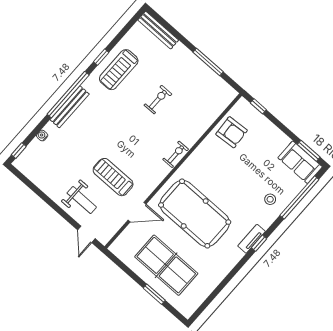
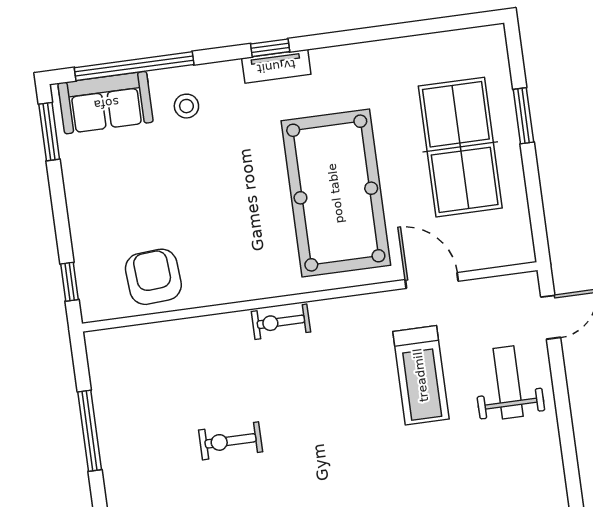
sofa: (300, 162) -> (106, 103), moved, turned 90

